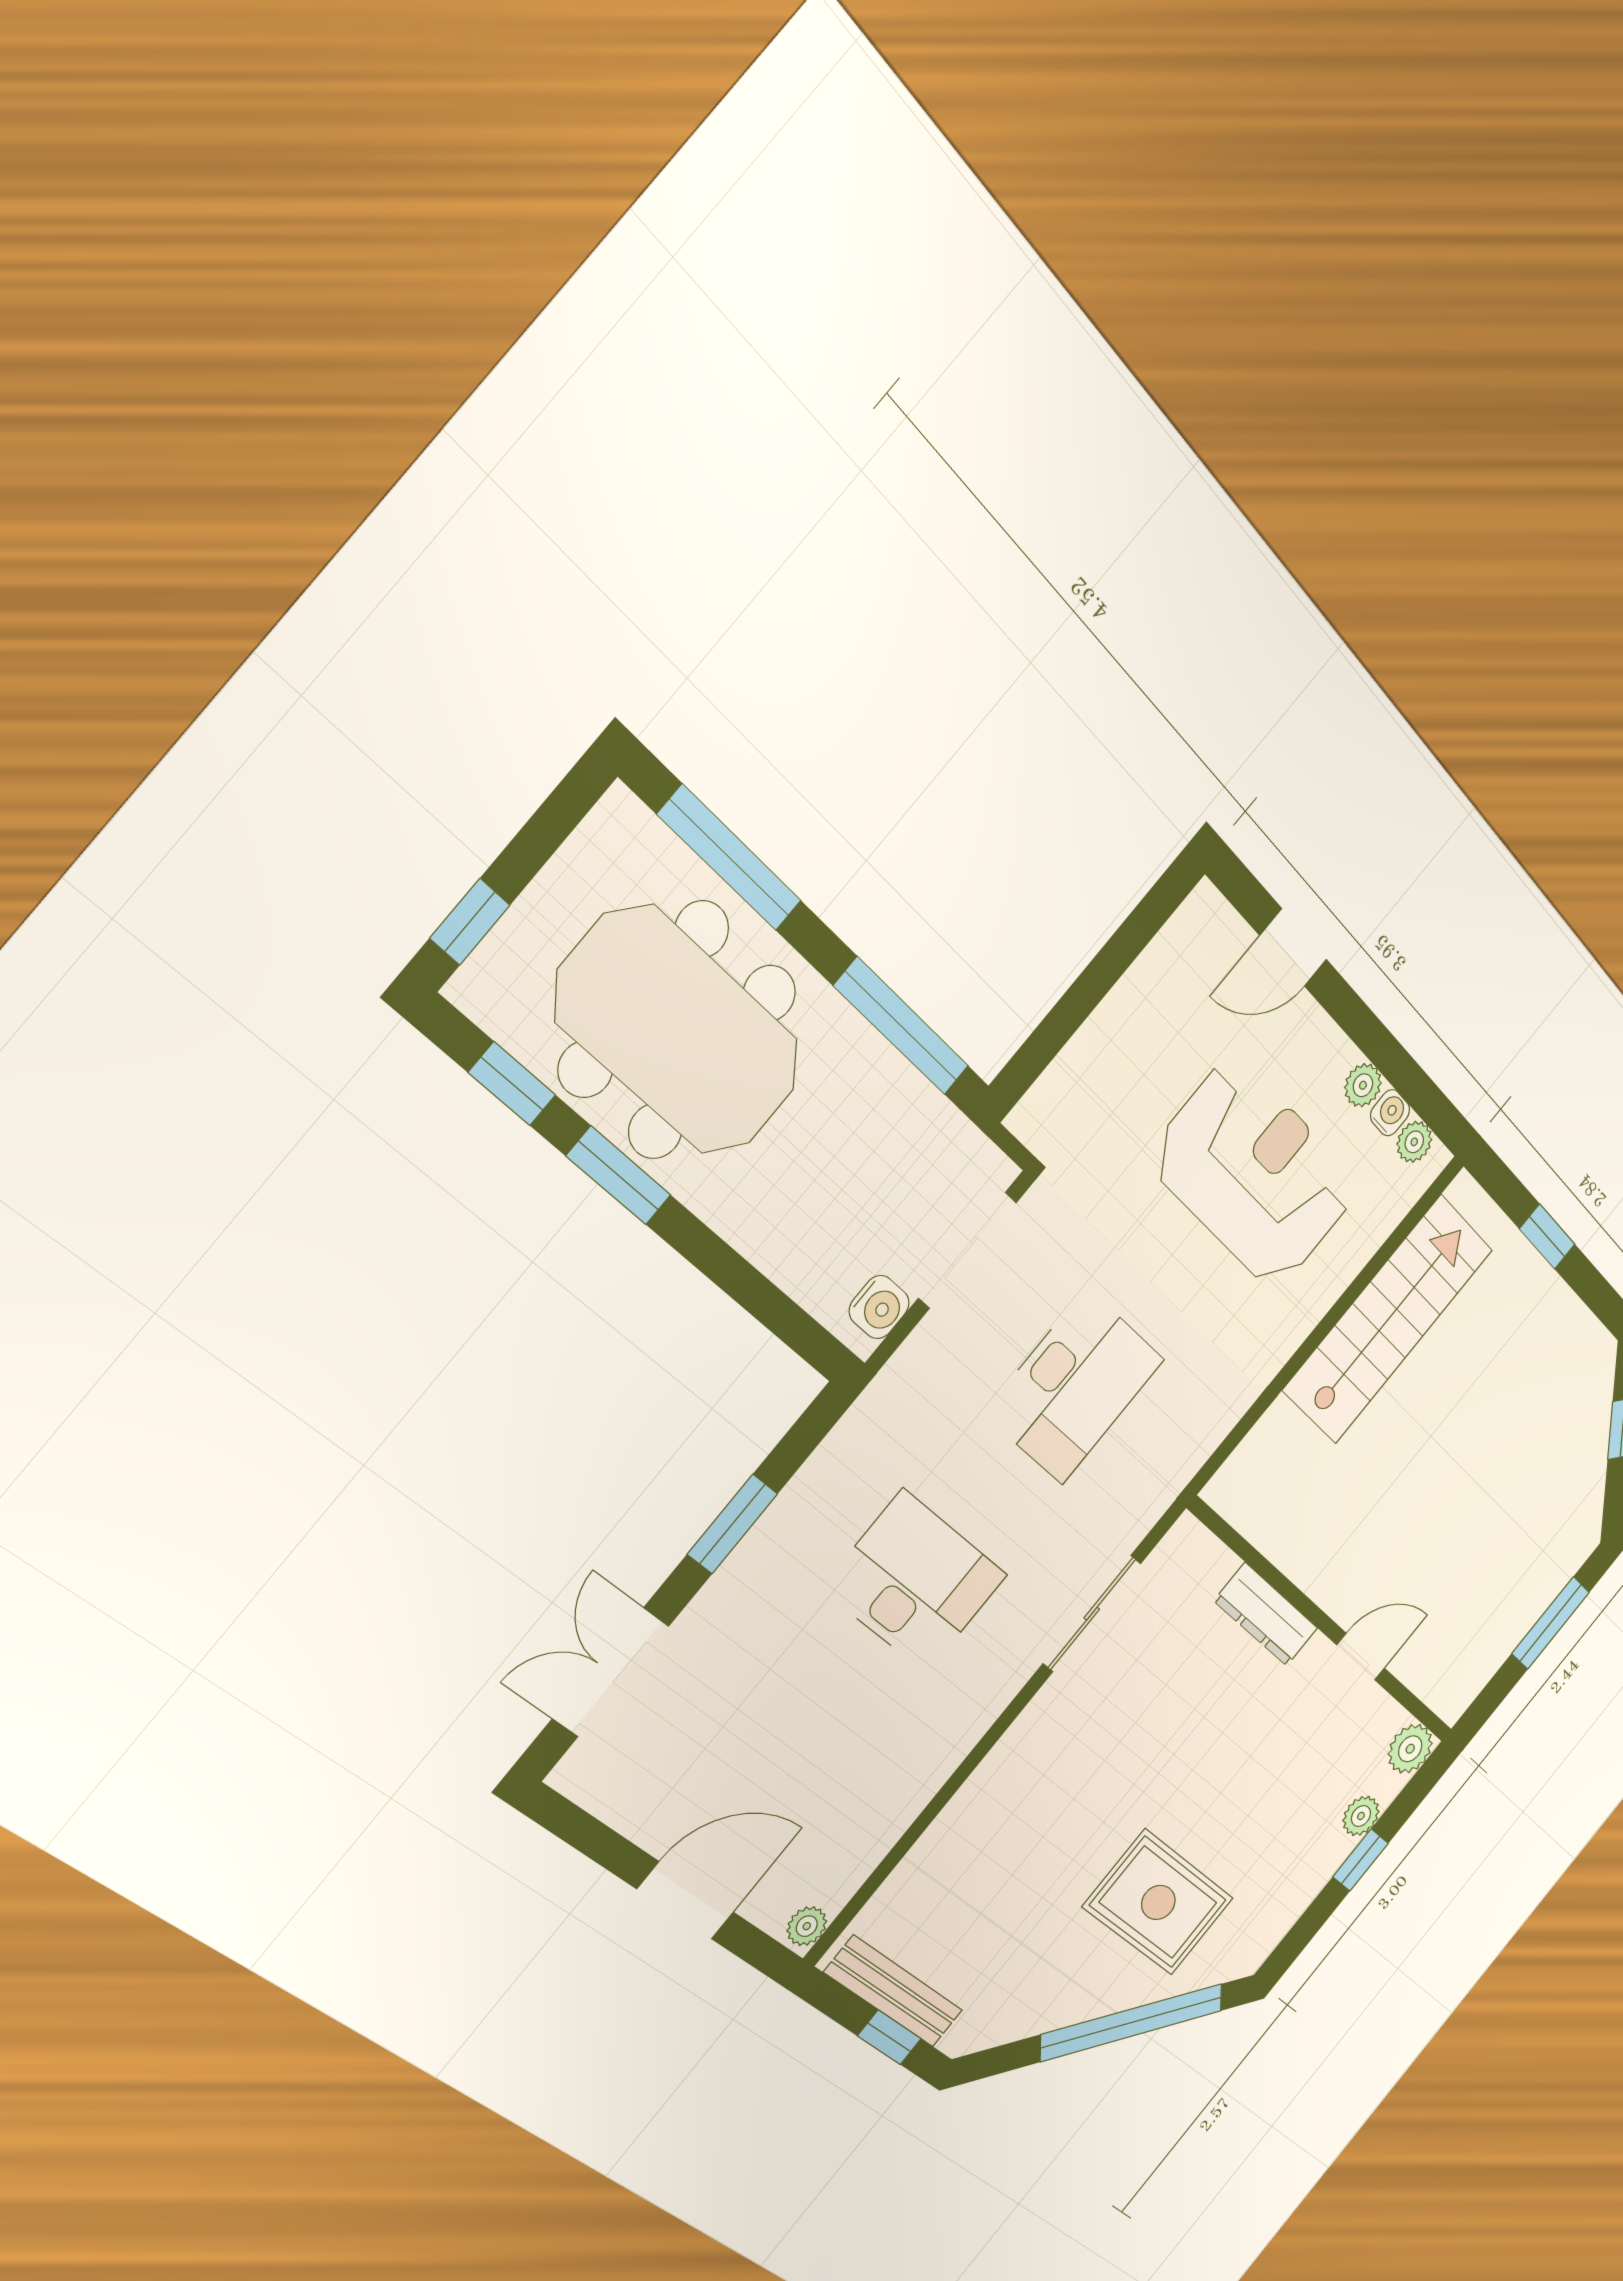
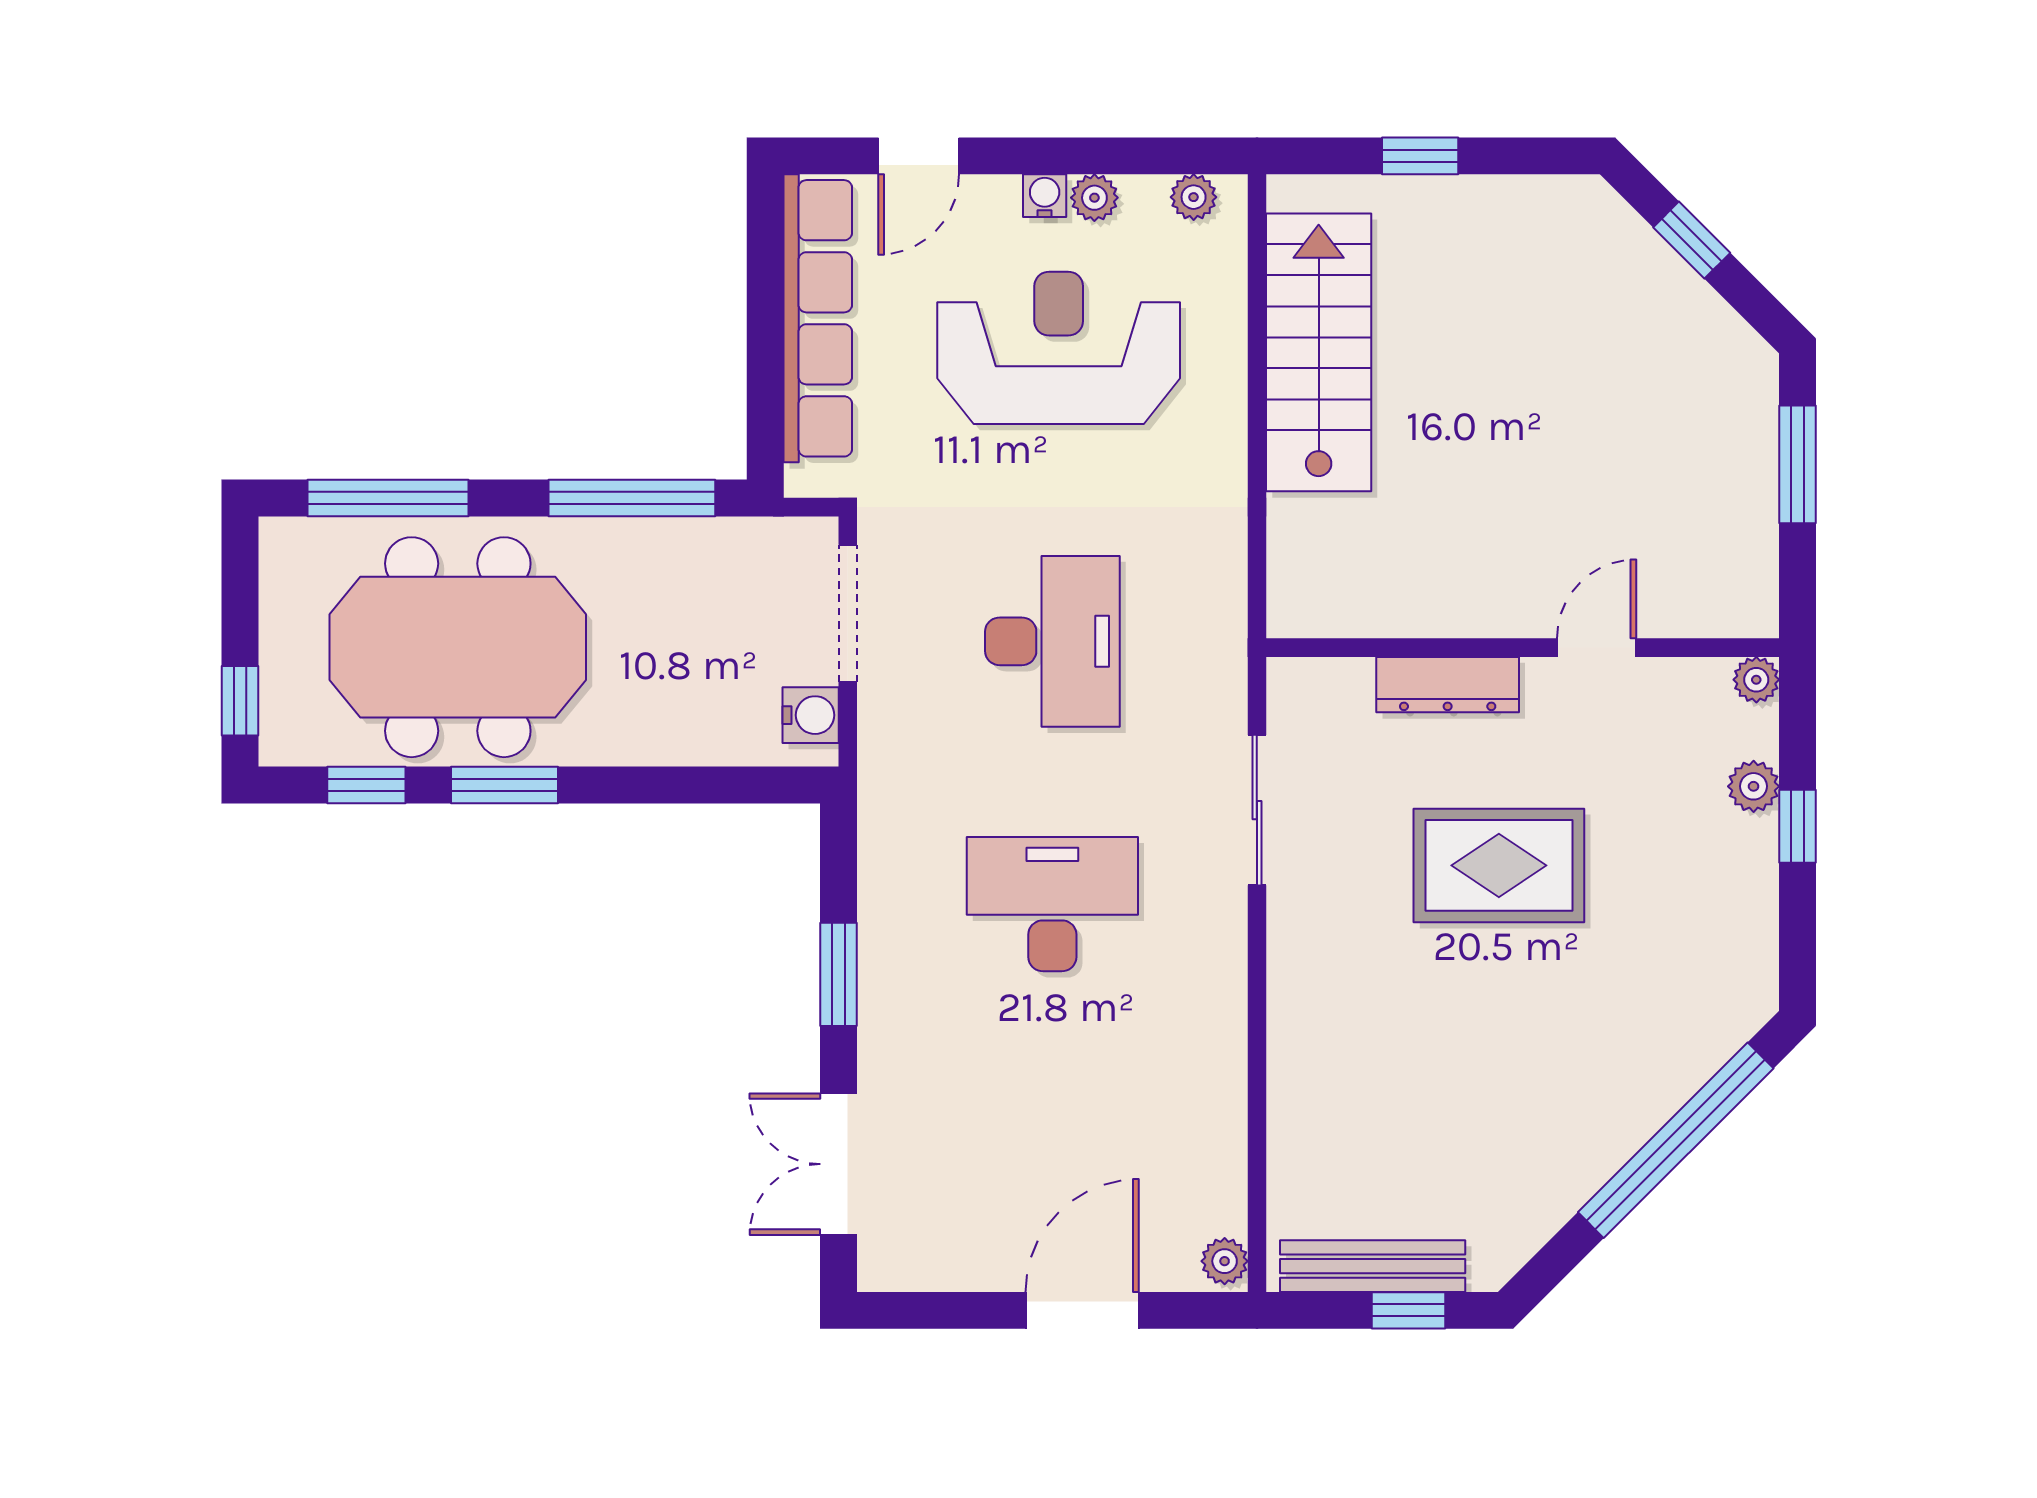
row of seats: (1135, 1006) -> (818, 318), added
water cooler: (1390, 1113) -> (1045, 196), moved
plant: (1410, 1749) -> (1756, 680), width x0.73, depth x0.73
rug: (1158, 1902) -> (1499, 865), moved

